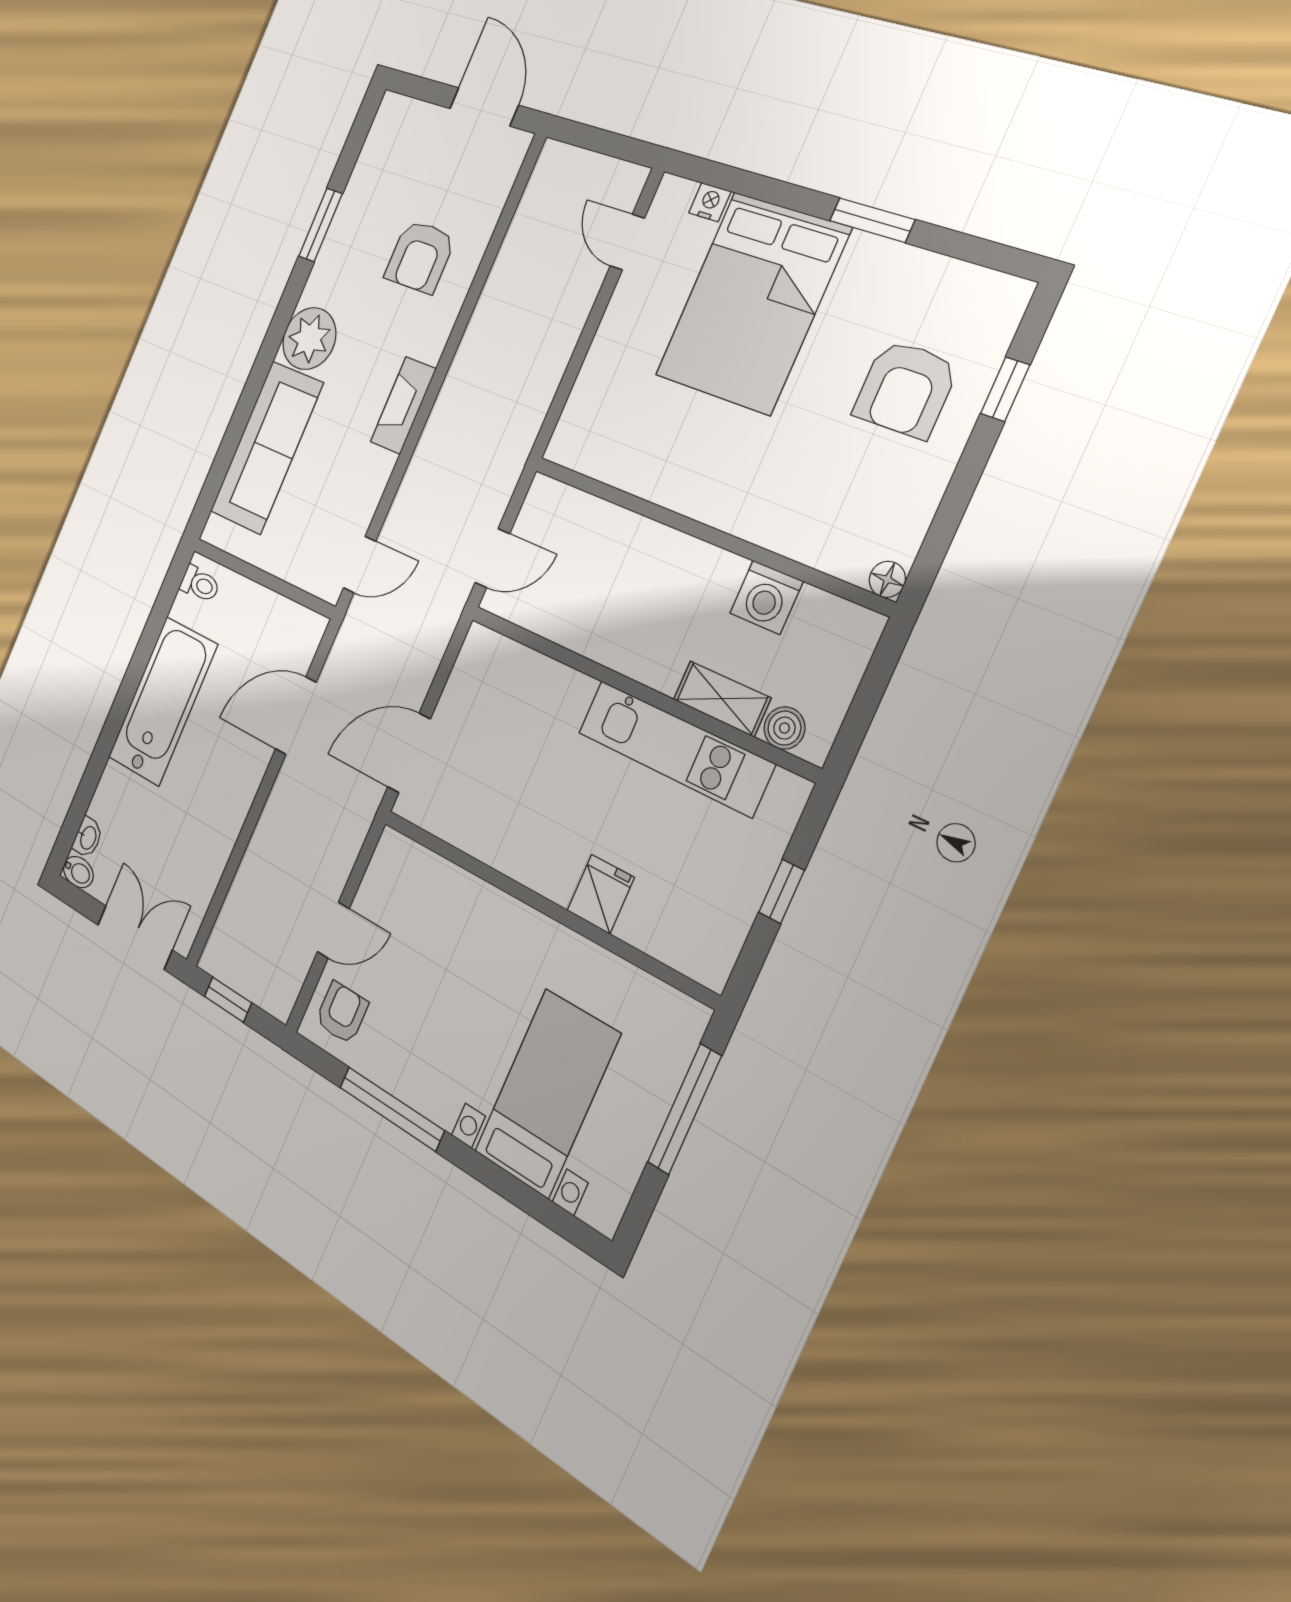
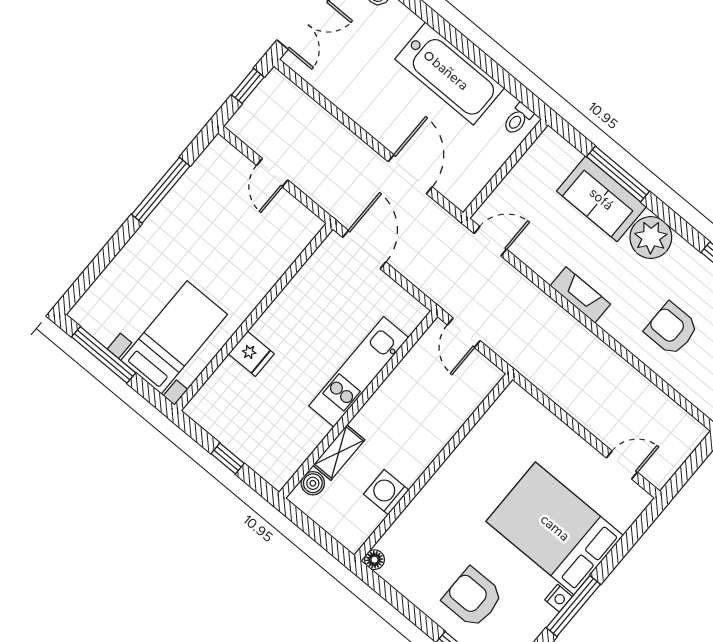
nightstand: (710, 202) -> (559, 598), moved
window: (872, 220) -> (573, 606), width x1.44
window: (241, 418) -> (618, 174), added
sofa: (267, 448) -> (601, 199), width x0.73
door: (360, 565) -> (490, 241), swing flipped
kitchen unit: (675, 748) -> (359, 372), moved
armchair: (342, 1013) -> (222, 168), removed
bed with nightstands: (547, 1093) -> (174, 337), moved, turned -90
window: (684, 1109) -> (104, 355), moved

